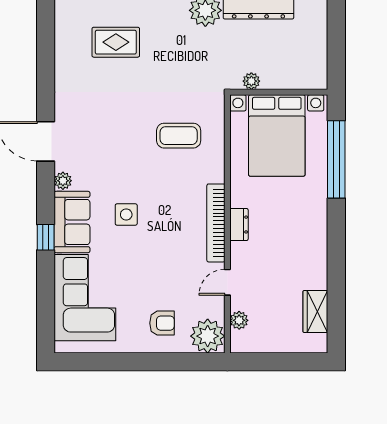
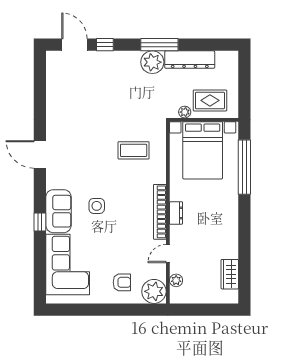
rug: (116, 42) -> (210, 100), moved
plant: (63, 181) -> (52, 182), removed

